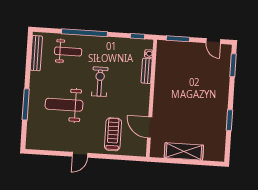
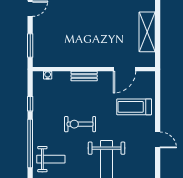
window: (137, 36) -> (30, 104), moved
weight bench: (68, 51) -> (51, 159), turned 90
bench: (147, 71) -> (84, 76), moved

